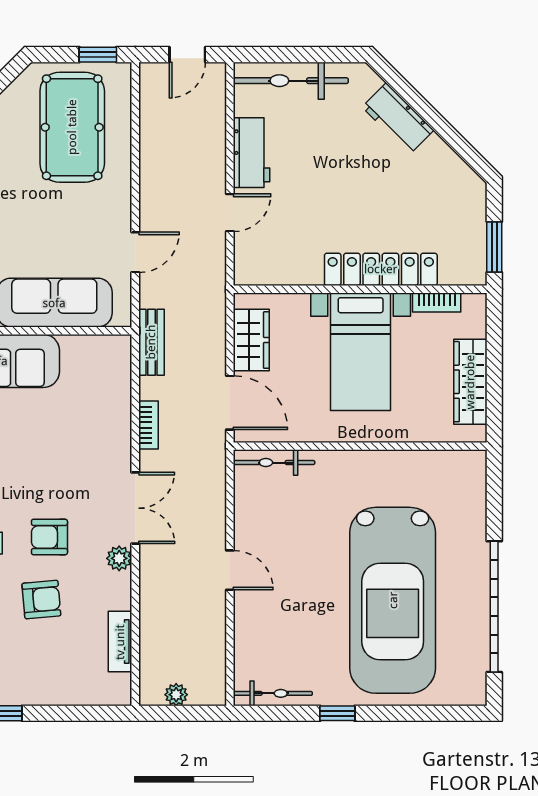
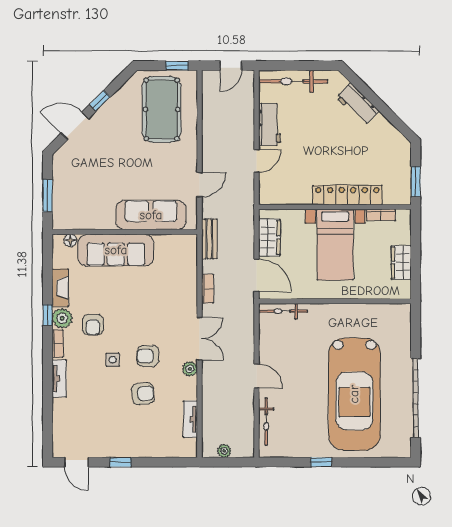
wardrobe: (470, 382) -> (401, 263), width x0.67
bicycle: (273, 693) -> (266, 422), moved, turned 90

